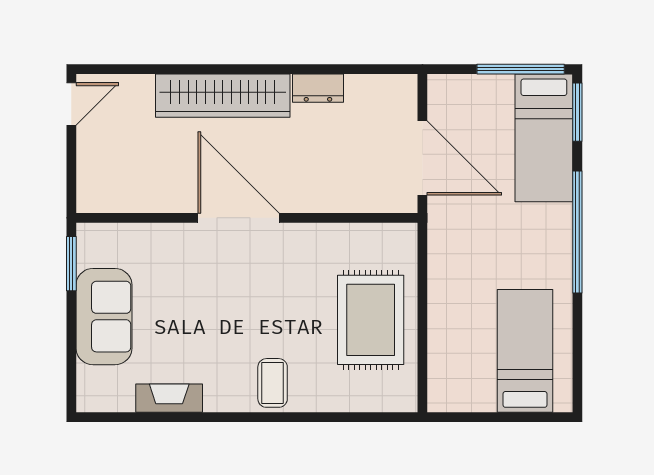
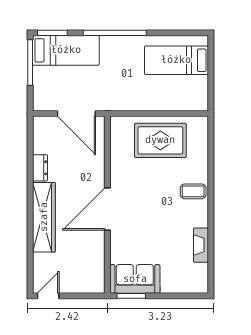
door: (71, 104) -> (48, 296), hinge flipped
door: (422, 158) -> (76, 113), swing flipped
sofa: (104, 317) -> (135, 279), moved

